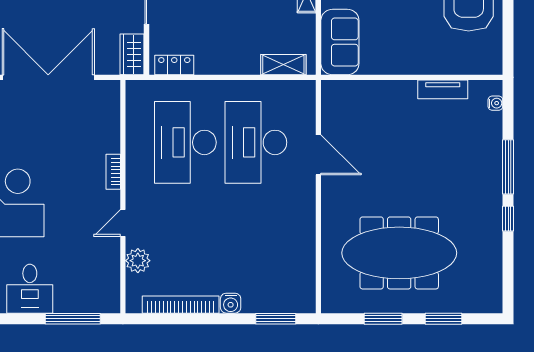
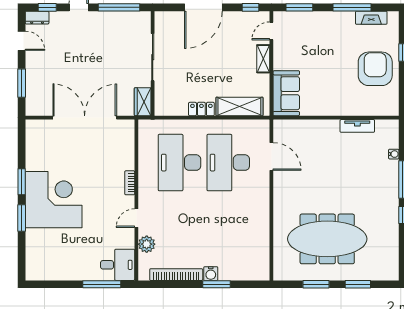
locker: (174, 65) -> (201, 109), moved
shelving: (283, 65) -> (239, 106), width x1.50, depth x1.33
water cooler: (495, 103) -> (394, 154), moved
door: (318, 155) -> (271, 156), moved
desk: (30, 289) -> (118, 265), moved, turned -90
window: (276, 319) -> (217, 284), moved

